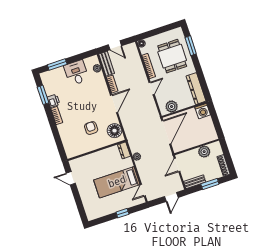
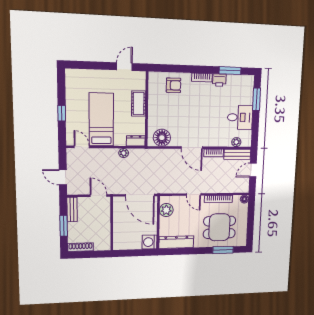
armchair: (91, 128) -> (174, 85), moved
plant: (204, 152) -> (104, 230), removed
cot: (95, 158) -> (139, 104), added

